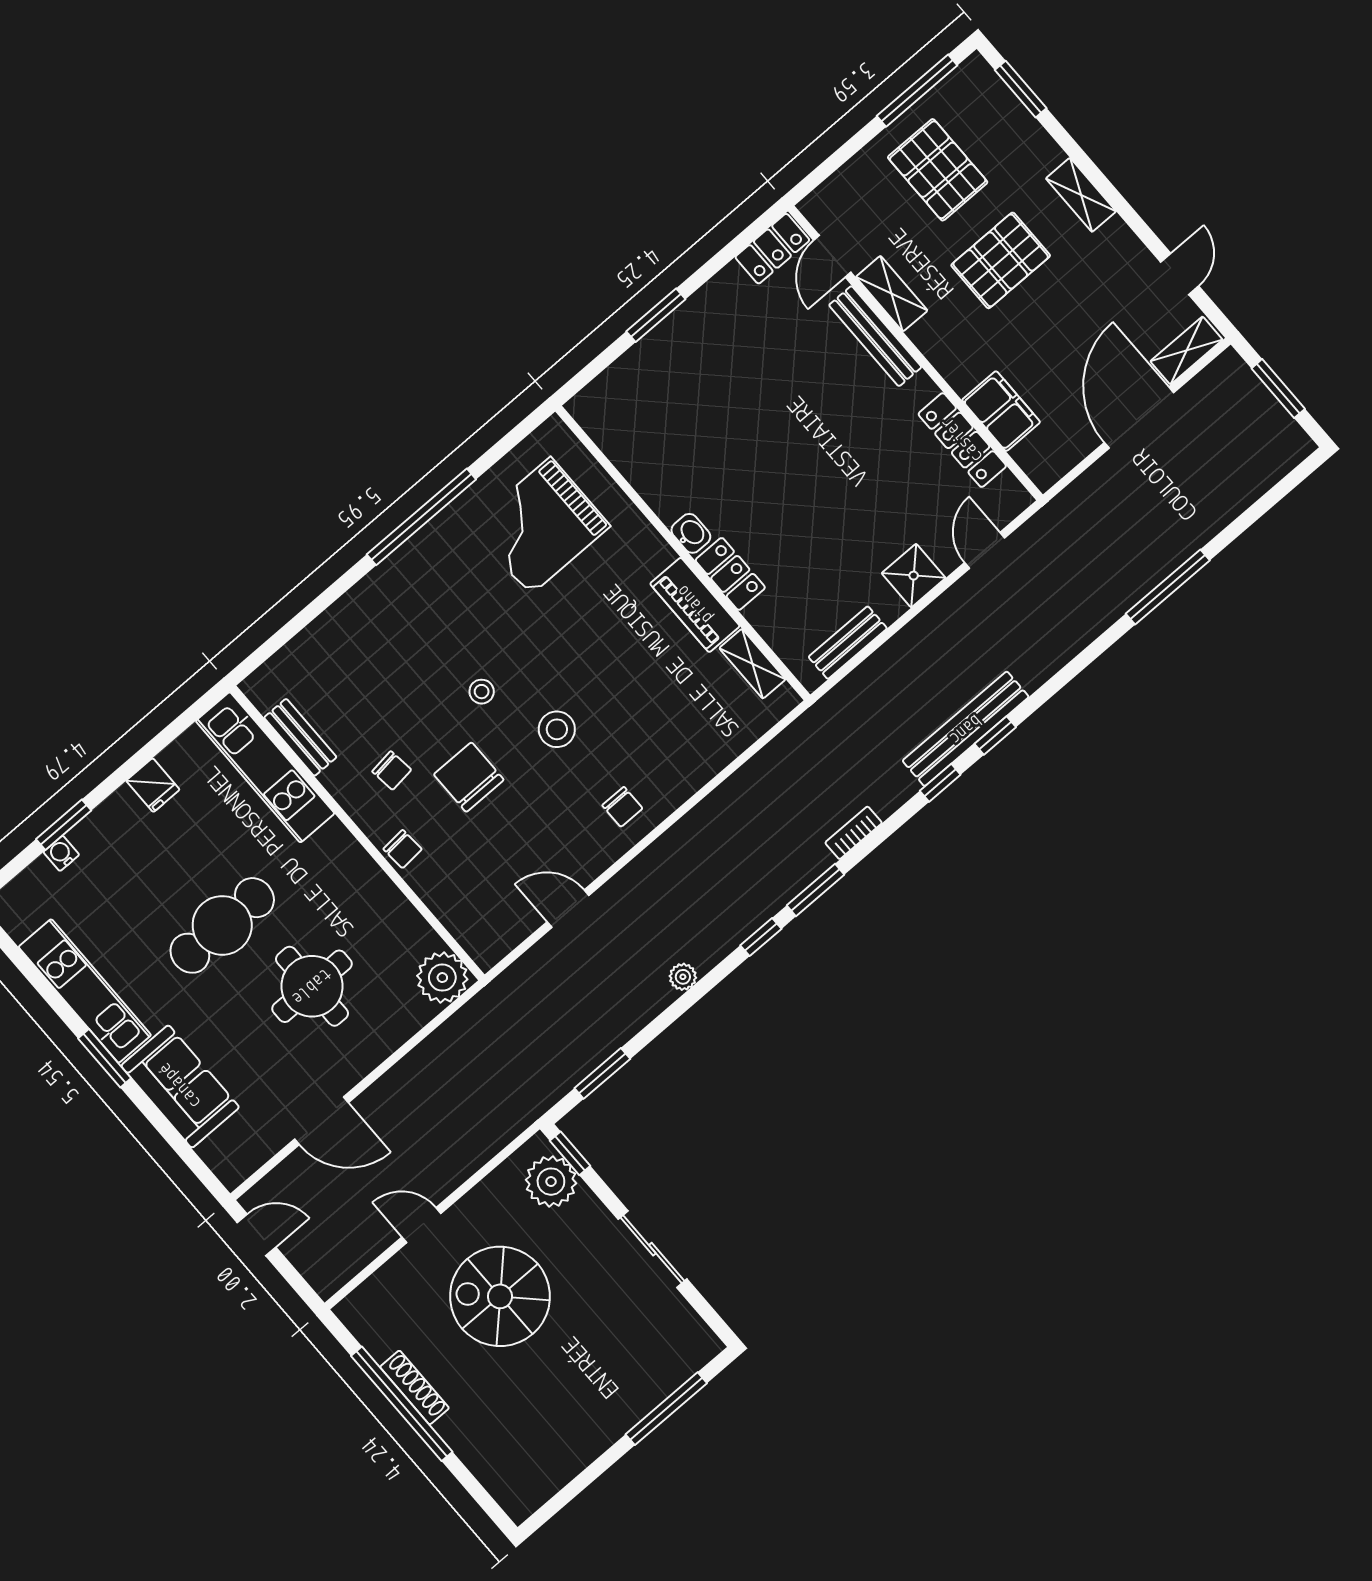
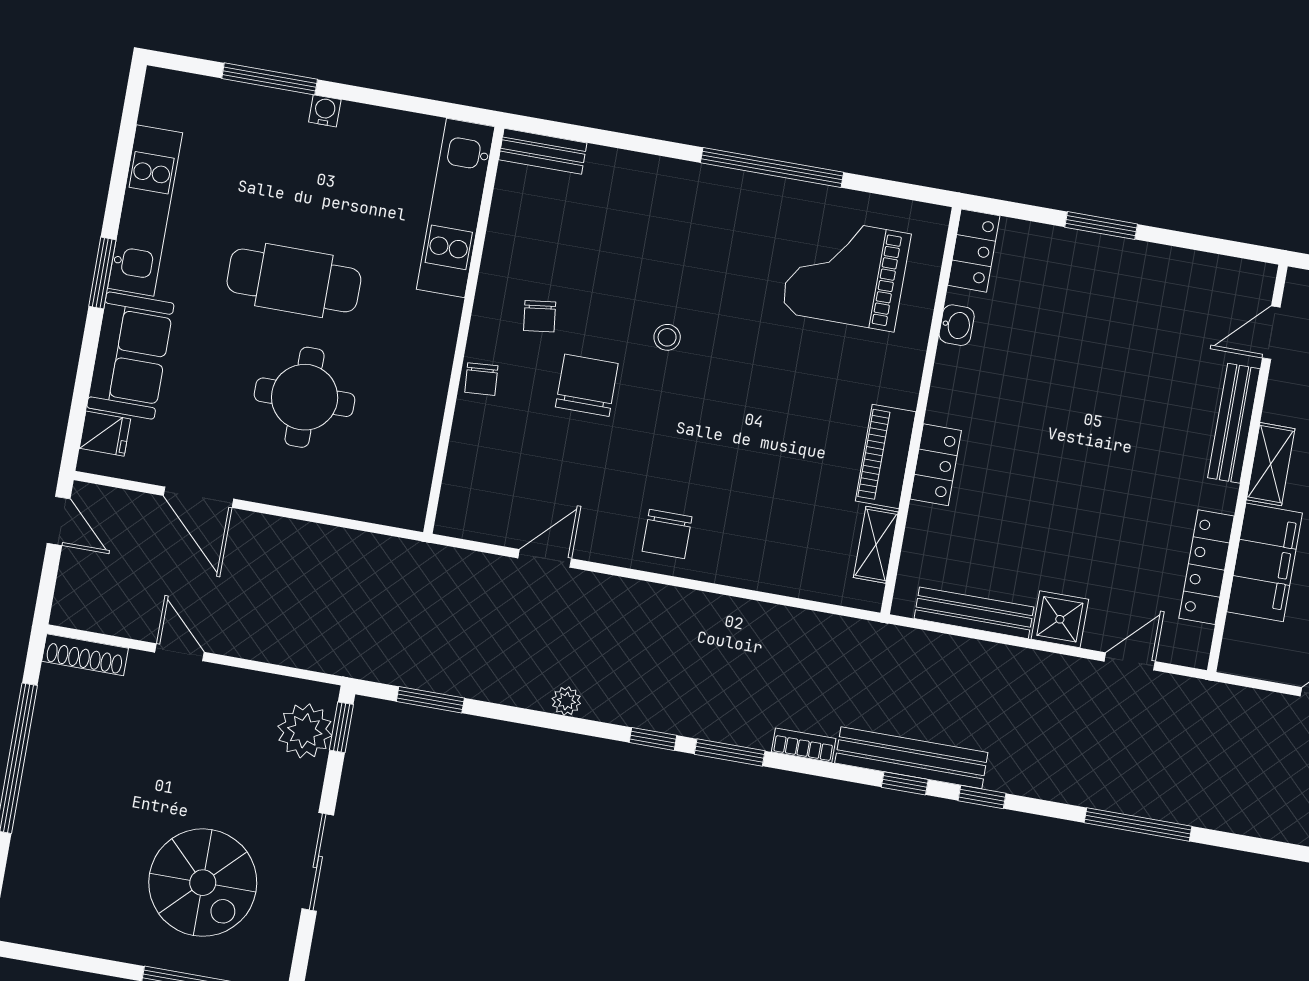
locker: (772, 249) -> (974, 251), moved, turned -90
shelving: (892, 294) -> (1271, 464), moved
filing cabinet: (1001, 411) -> (1265, 562), width x1.50, depth x1.17
washbasin: (691, 533) -> (957, 325), moved
window: (1168, 587) -> (1138, 825), moved
bench: (848, 643) -> (974, 613), width x1.36
stool: (557, 729) -> (687, 426), removed
bench: (966, 729) -> (911, 758), moved
bench: (300, 737) -> (543, 151), moved, turned 90
fridge: (153, 785) -> (105, 434), moved, turned -90
chair: (622, 807) -> (667, 534), width x1.37, depth x1.37
window: (64, 825) -> (270, 79), width x1.44
water cooler: (61, 853) -> (325, 111), moved
door: (568, 909) -> (545, 558), hinge flipped
plant: (442, 978) -> (401, 500), removed
spiral stairs: (500, 1296) -> (203, 883), moved, turned 180
shoe rack: (414, 1387) -> (85, 655), moved, turned 90

